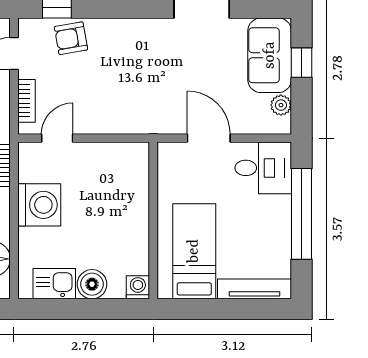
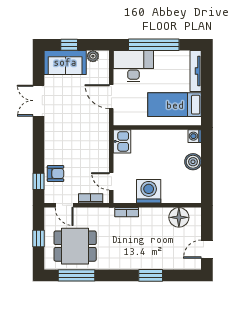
armchair: (71, 38) -> (56, 174), turned -80
door: (209, 138) -> (111, 97), hinge flipped
desk: (263, 168) -> (133, 66), width x1.37
kitchen sink: (54, 284) -> (122, 141), moved, turned 180

